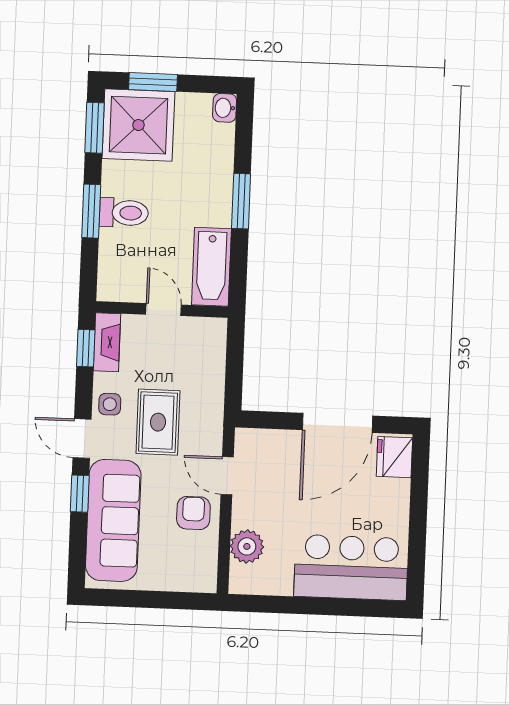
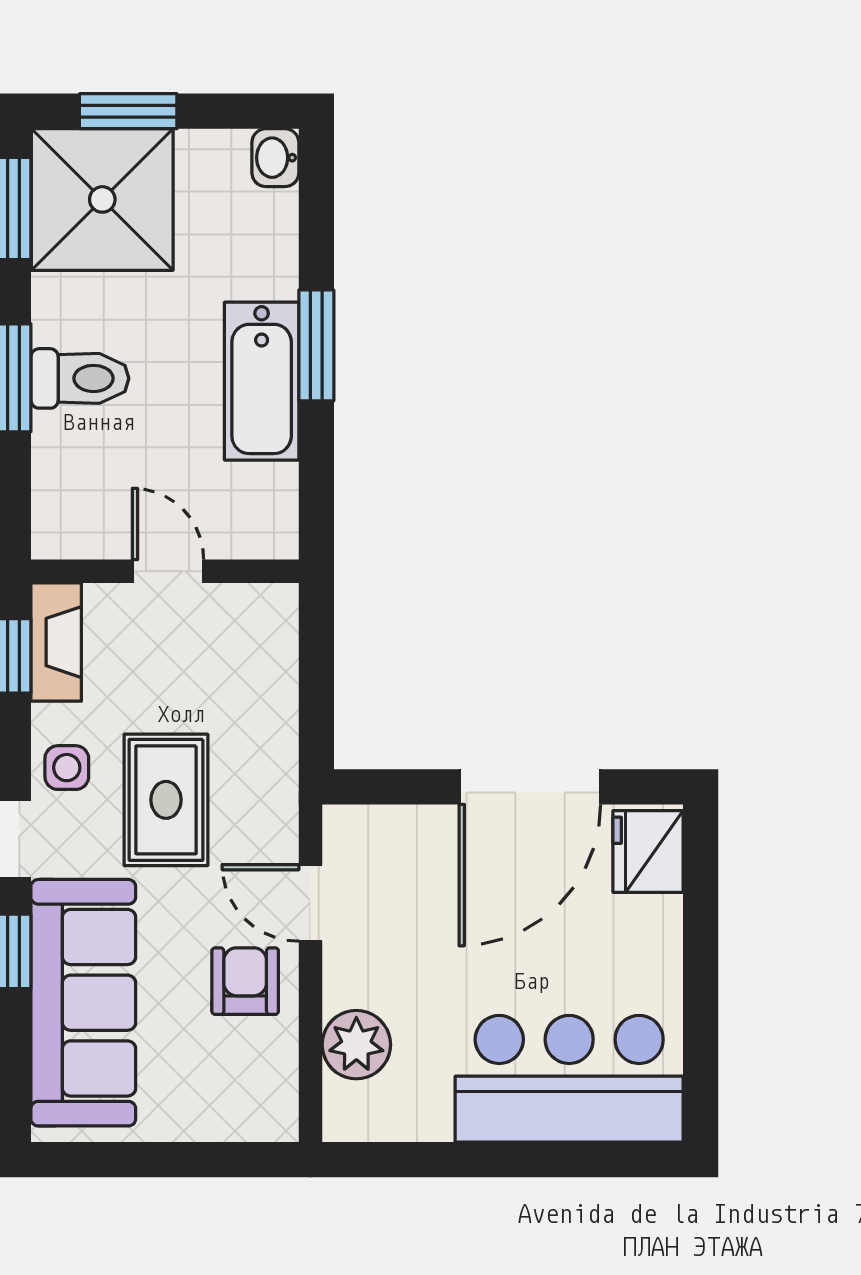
bathtub: (211, 267) -> (262, 381), moved

